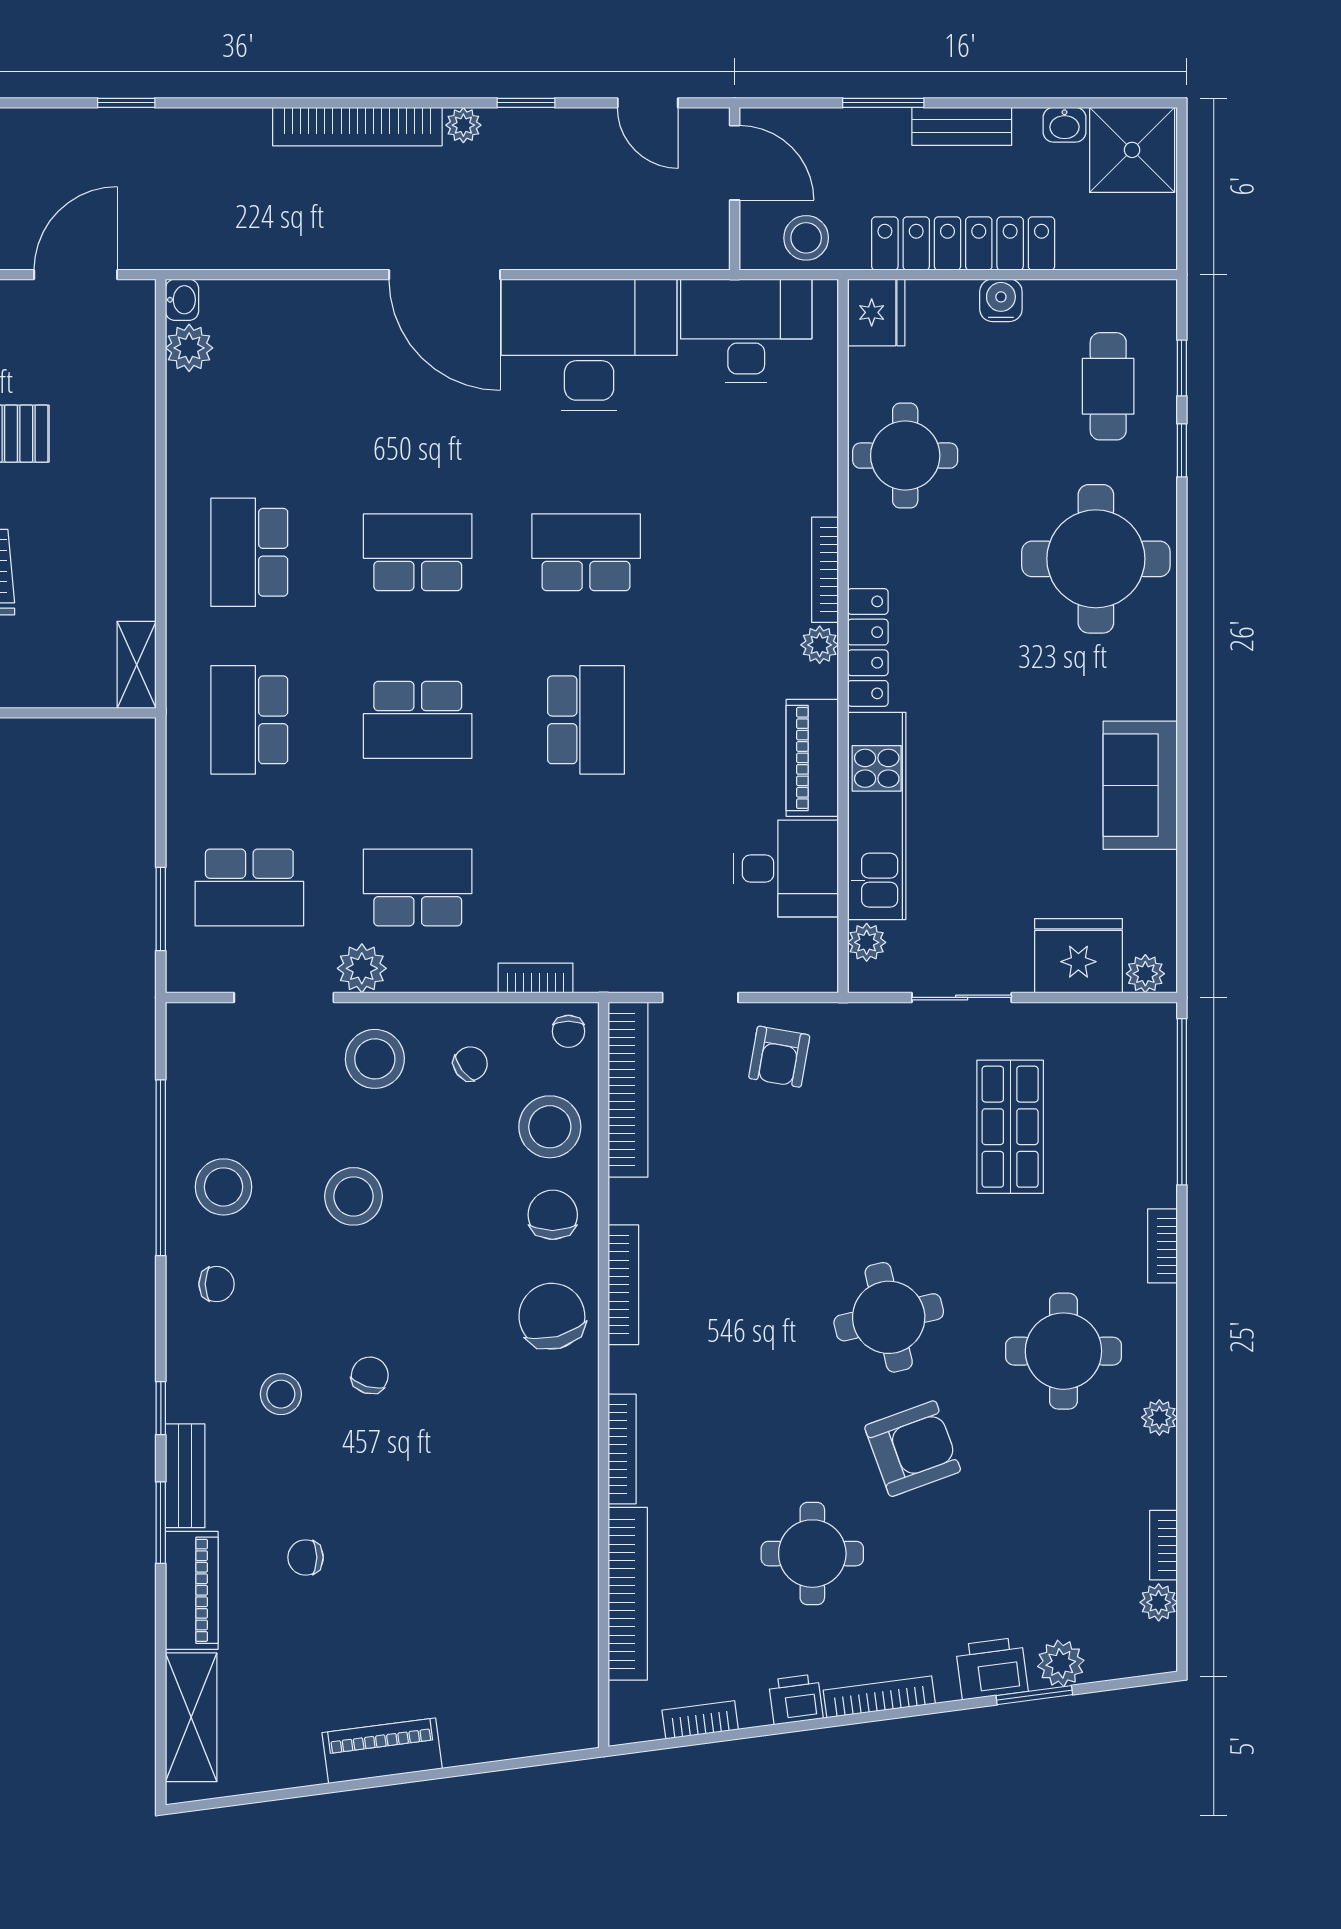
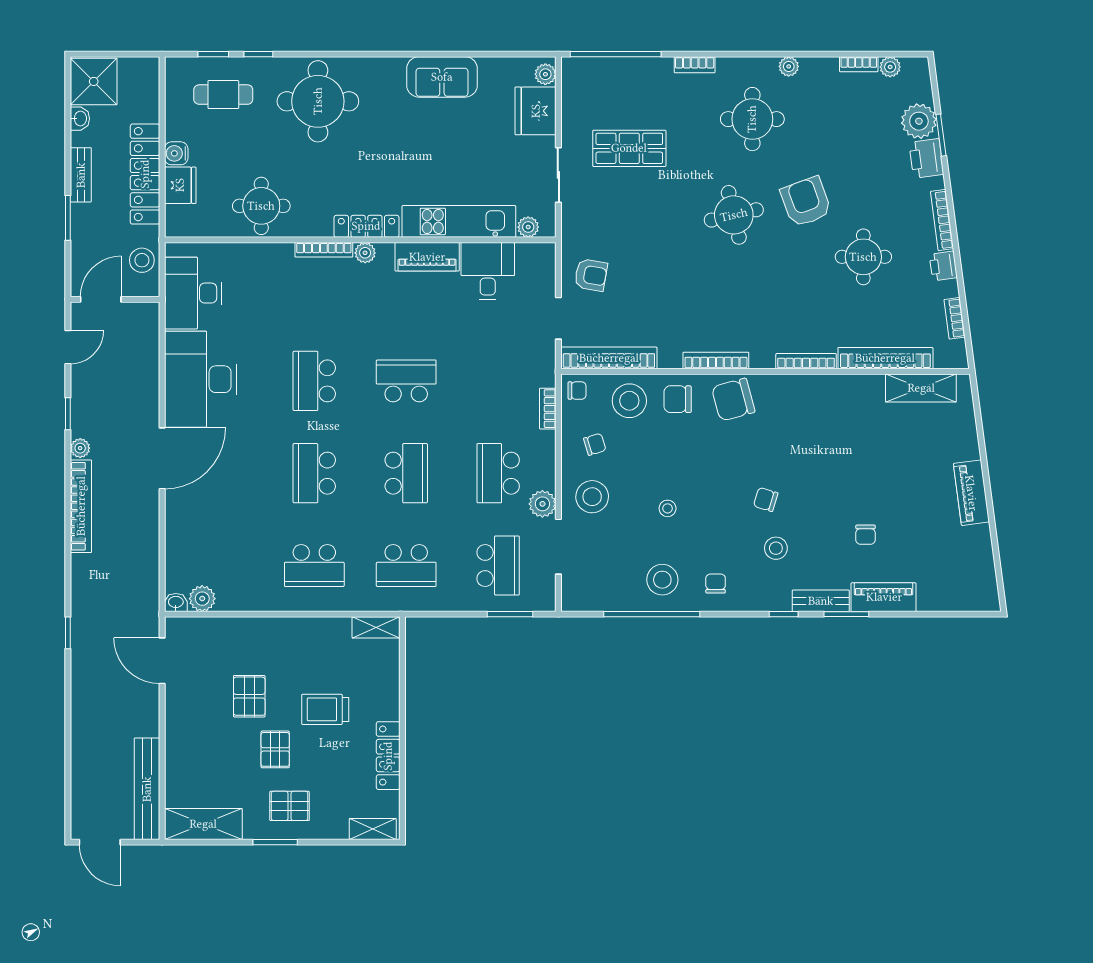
fridge: (876, 312) -> (180, 185), moved, turned 90
chair: (470, 1064) -> (595, 444), turned 110
stool: (353, 1196) -> (668, 508), width x0.53, depth x0.53
plant: (1061, 1663) -> (919, 121), width x1.36, depth x1.36
shelving: (191, 1717) -> (921, 388), moved

